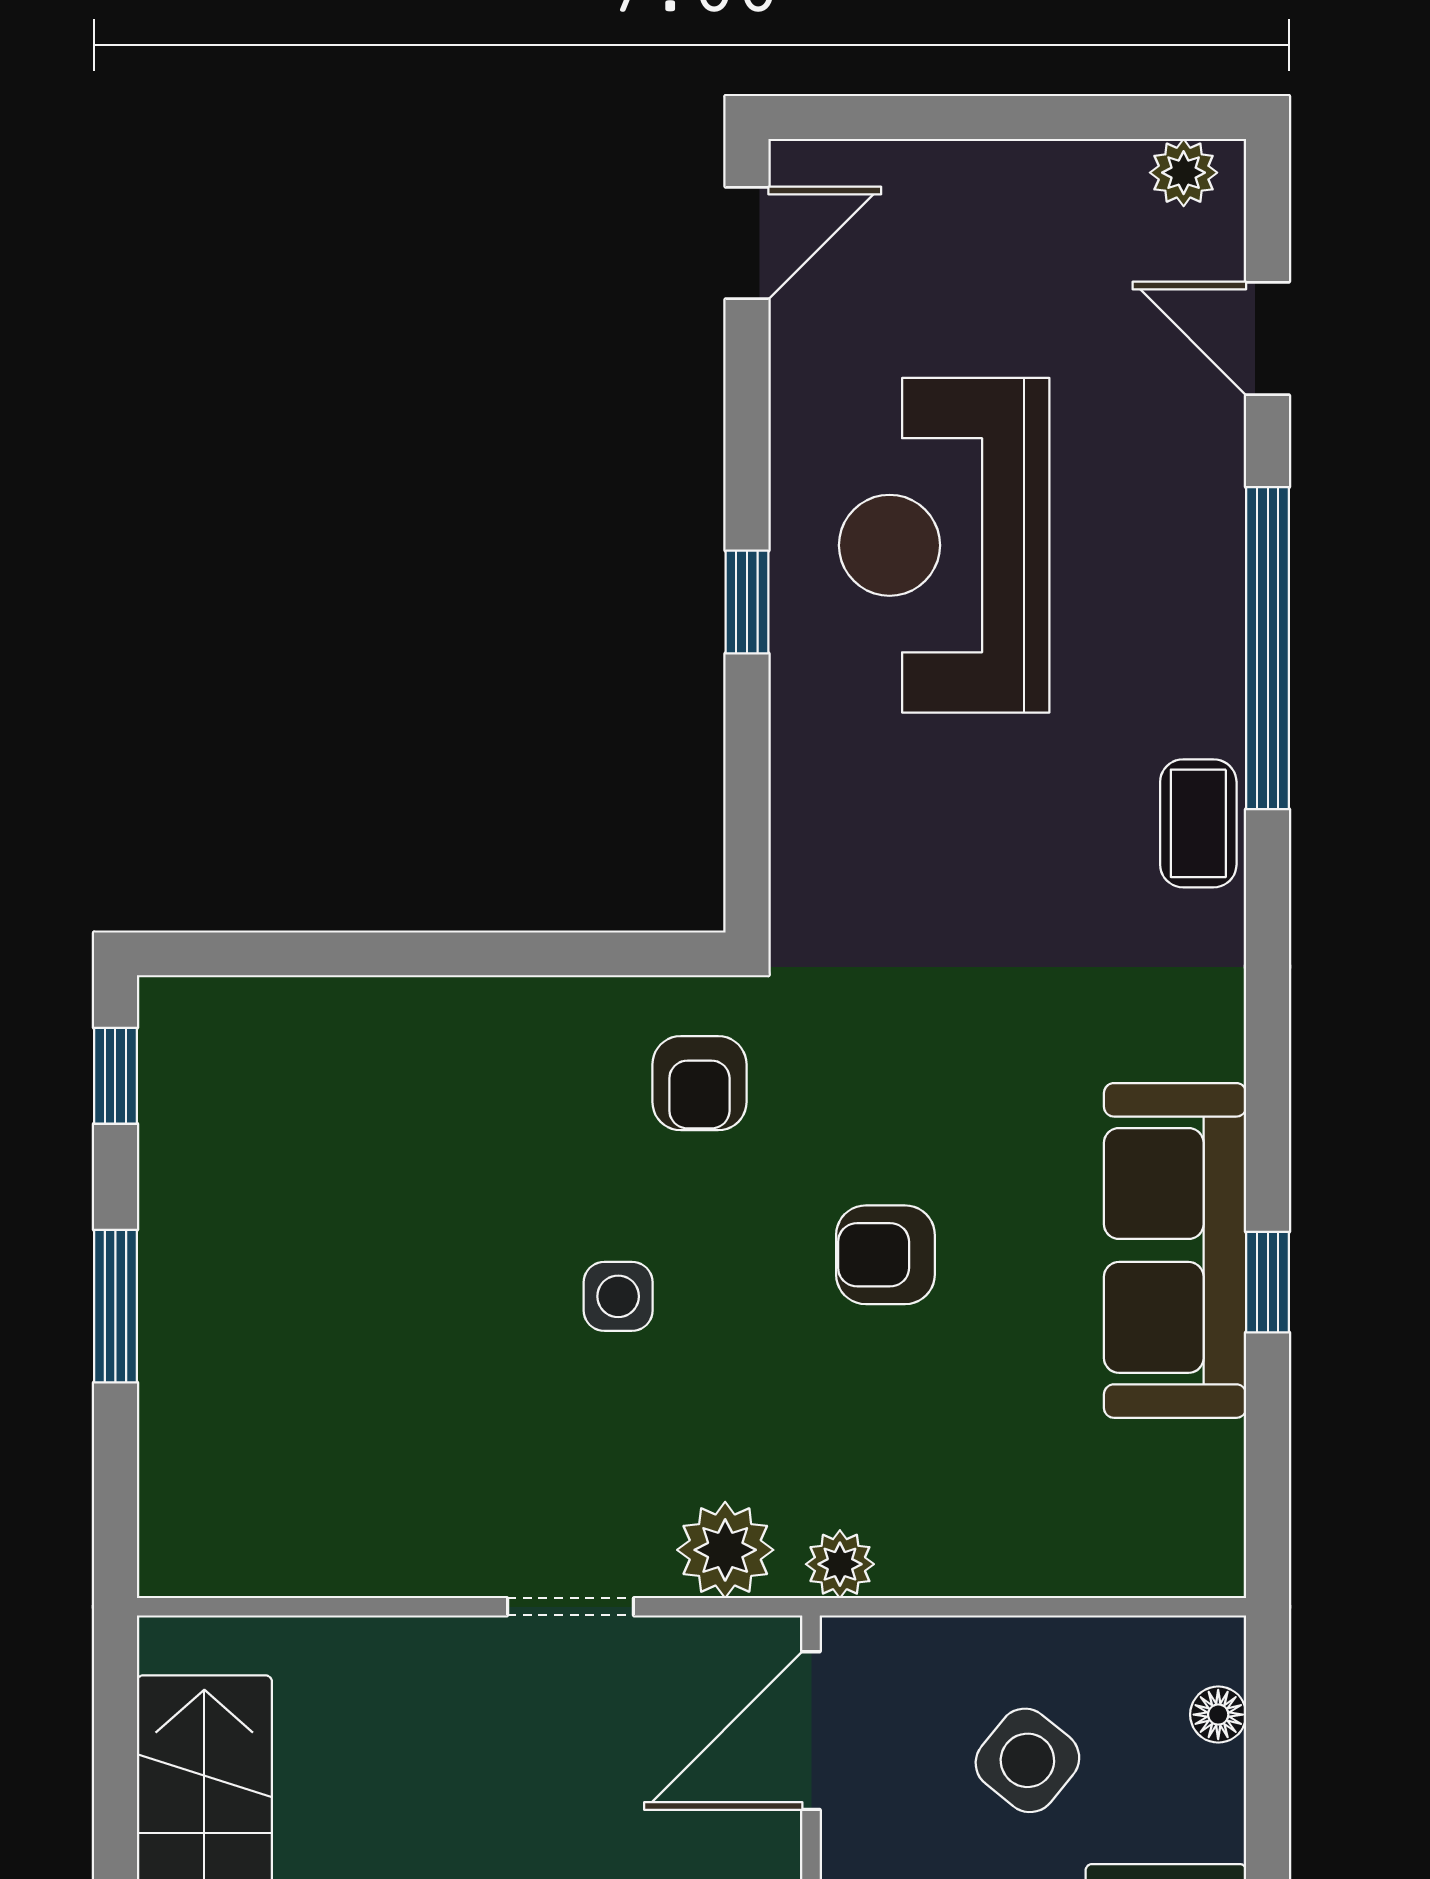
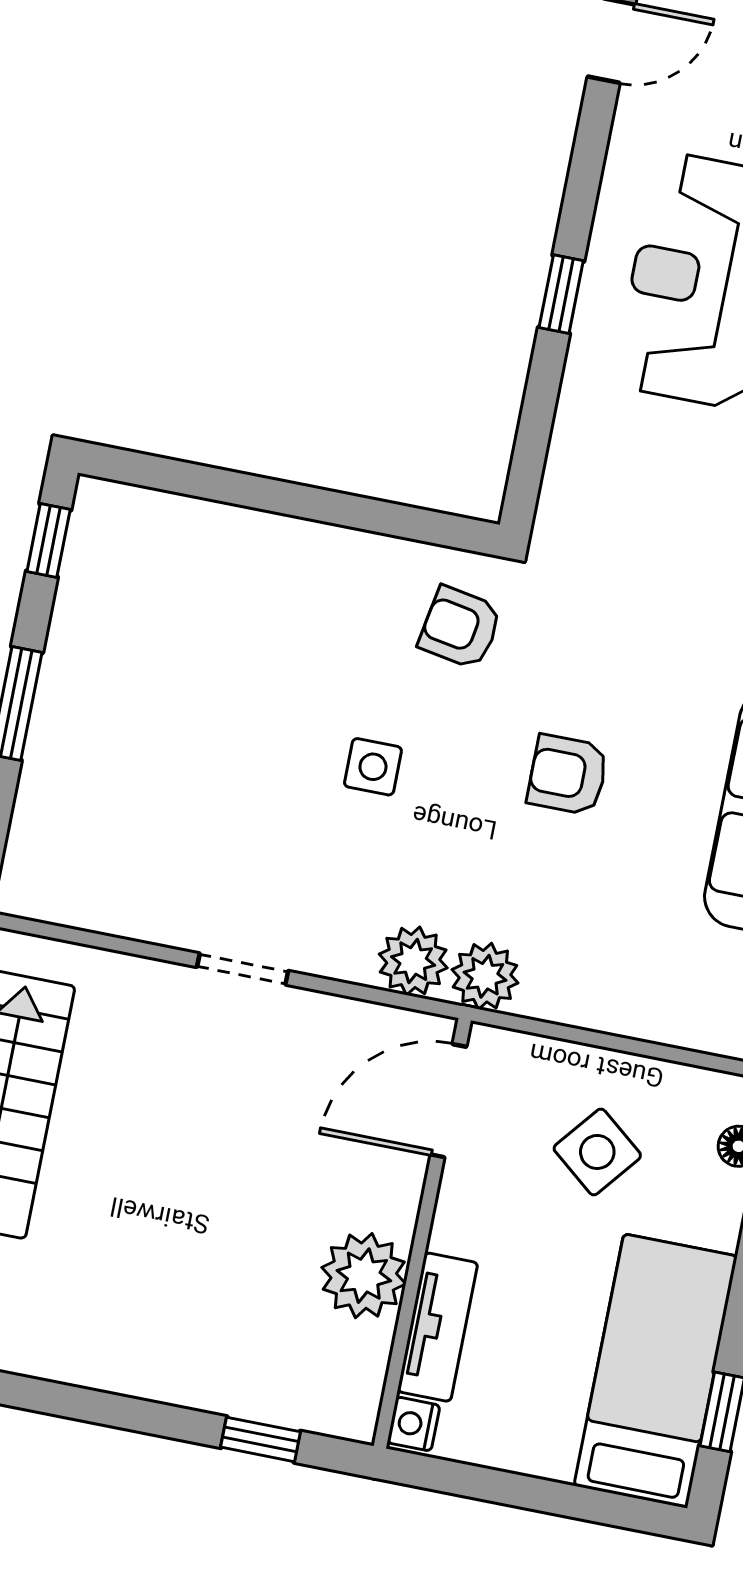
armchair: (699, 1083) -> (460, 628), turned 100
plant: (840, 1564) -> (485, 976), width x1.38, depth x1.38
doorway: (571, 1607) -> (243, 969), moved

